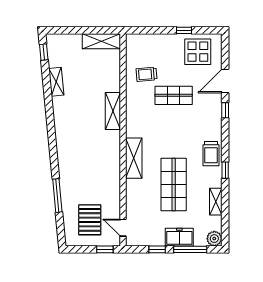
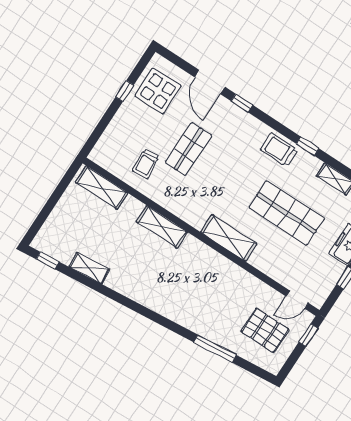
shelving: (101, 41) -> (102, 188), moved, turned 90
trolley: (211, 154) -> (279, 150), turned 180

